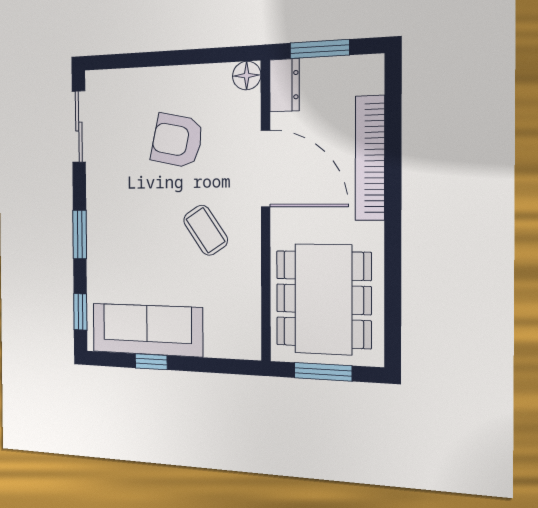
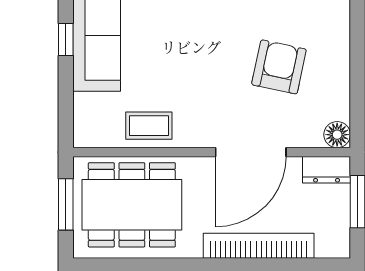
coffee table: (206, 230) -> (149, 126), moved, turned 34

